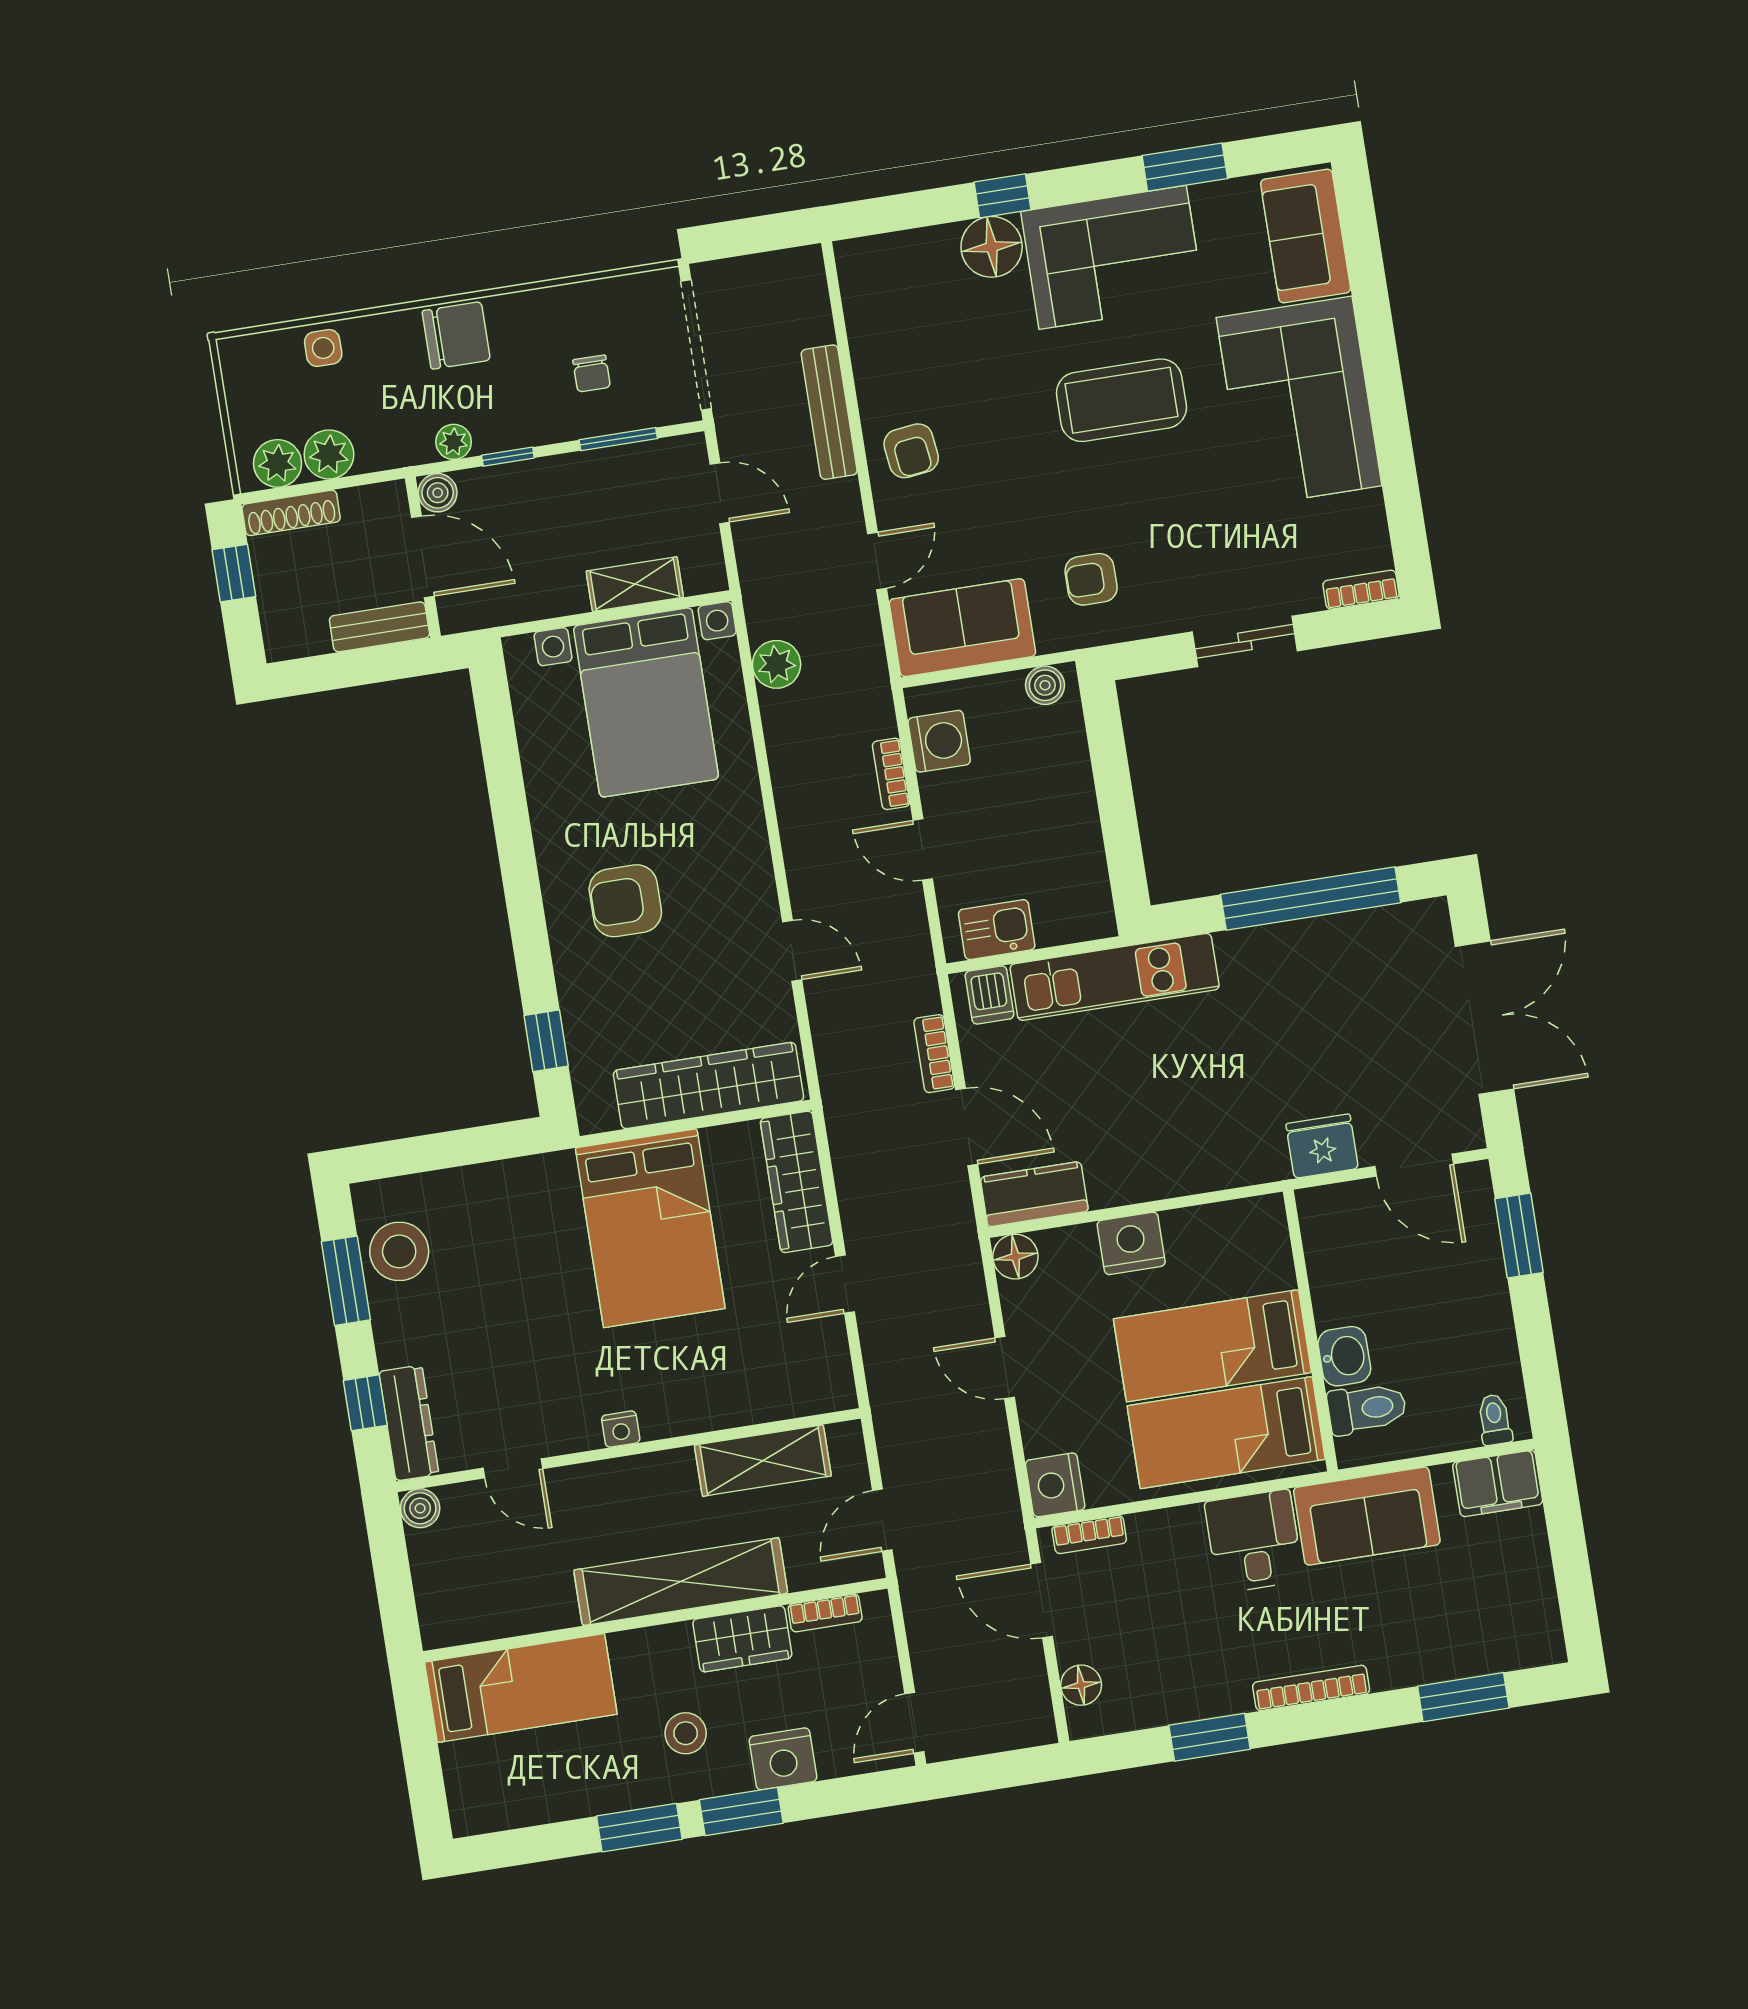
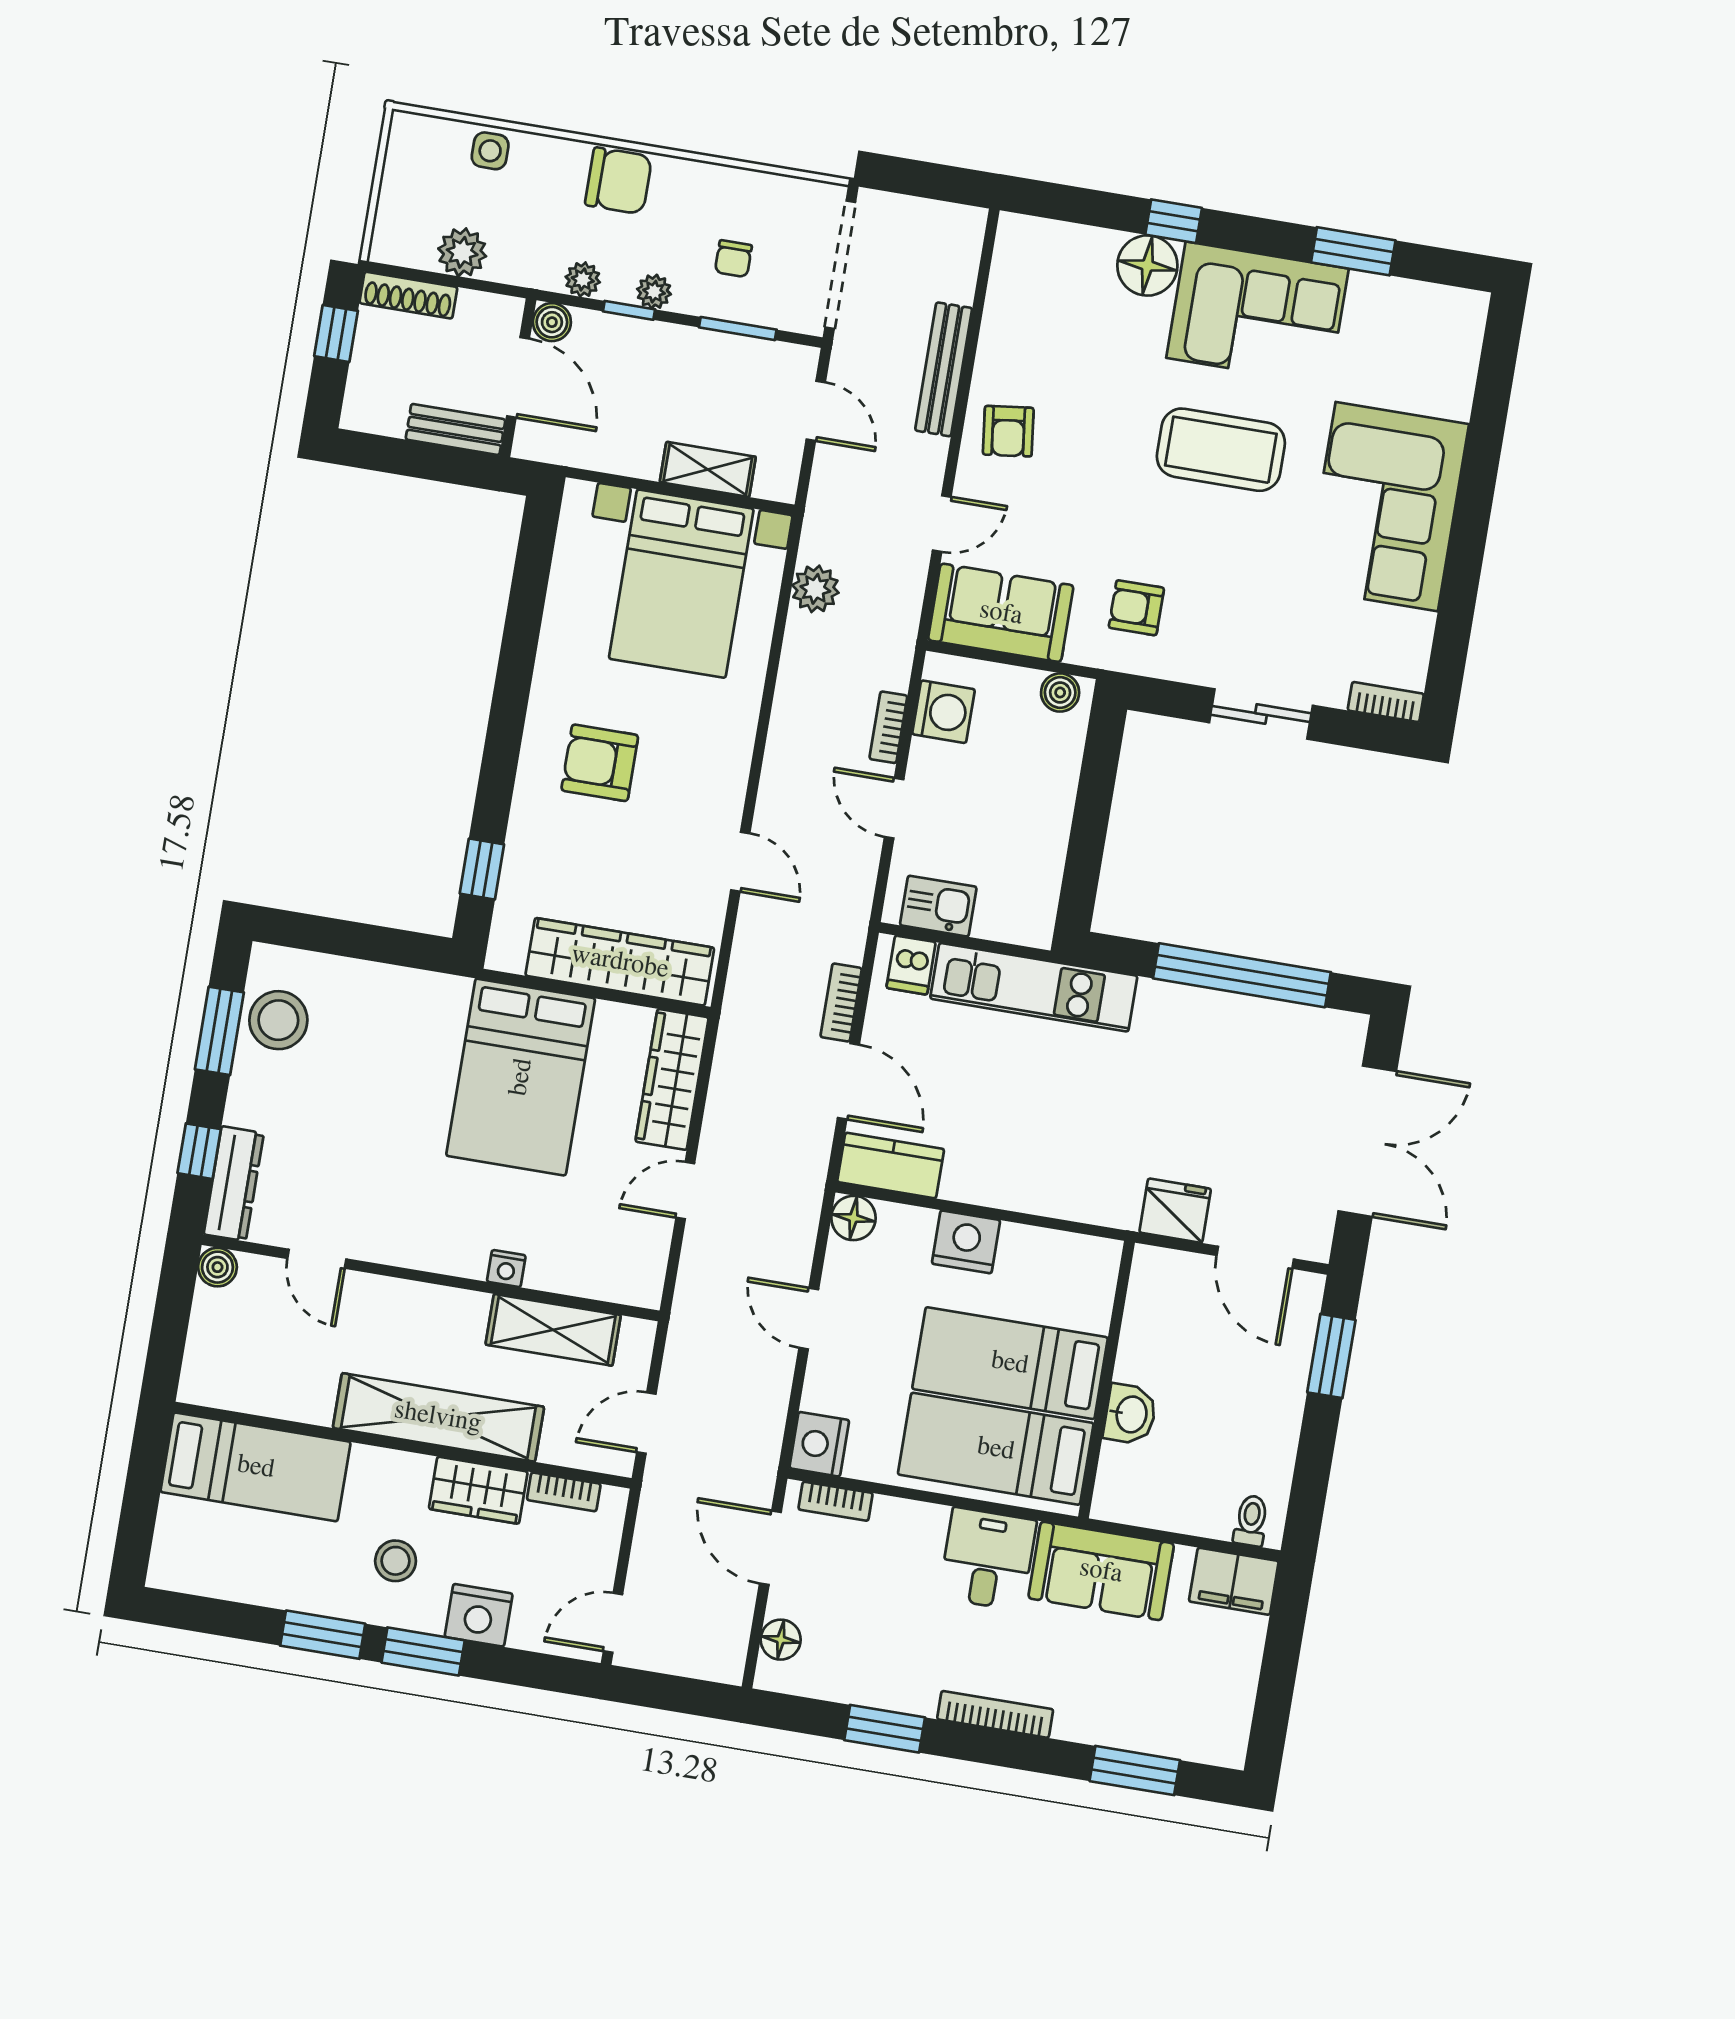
sofa: (1306, 236) -> (1445, 354), removed
plant: (278, 463) -> (654, 292), moved, width x0.73, depth x0.73
toilet: (1367, 1409) -> (1135, 1470), removed
nightstand: (621, 1429) -> (506, 1269), moved

